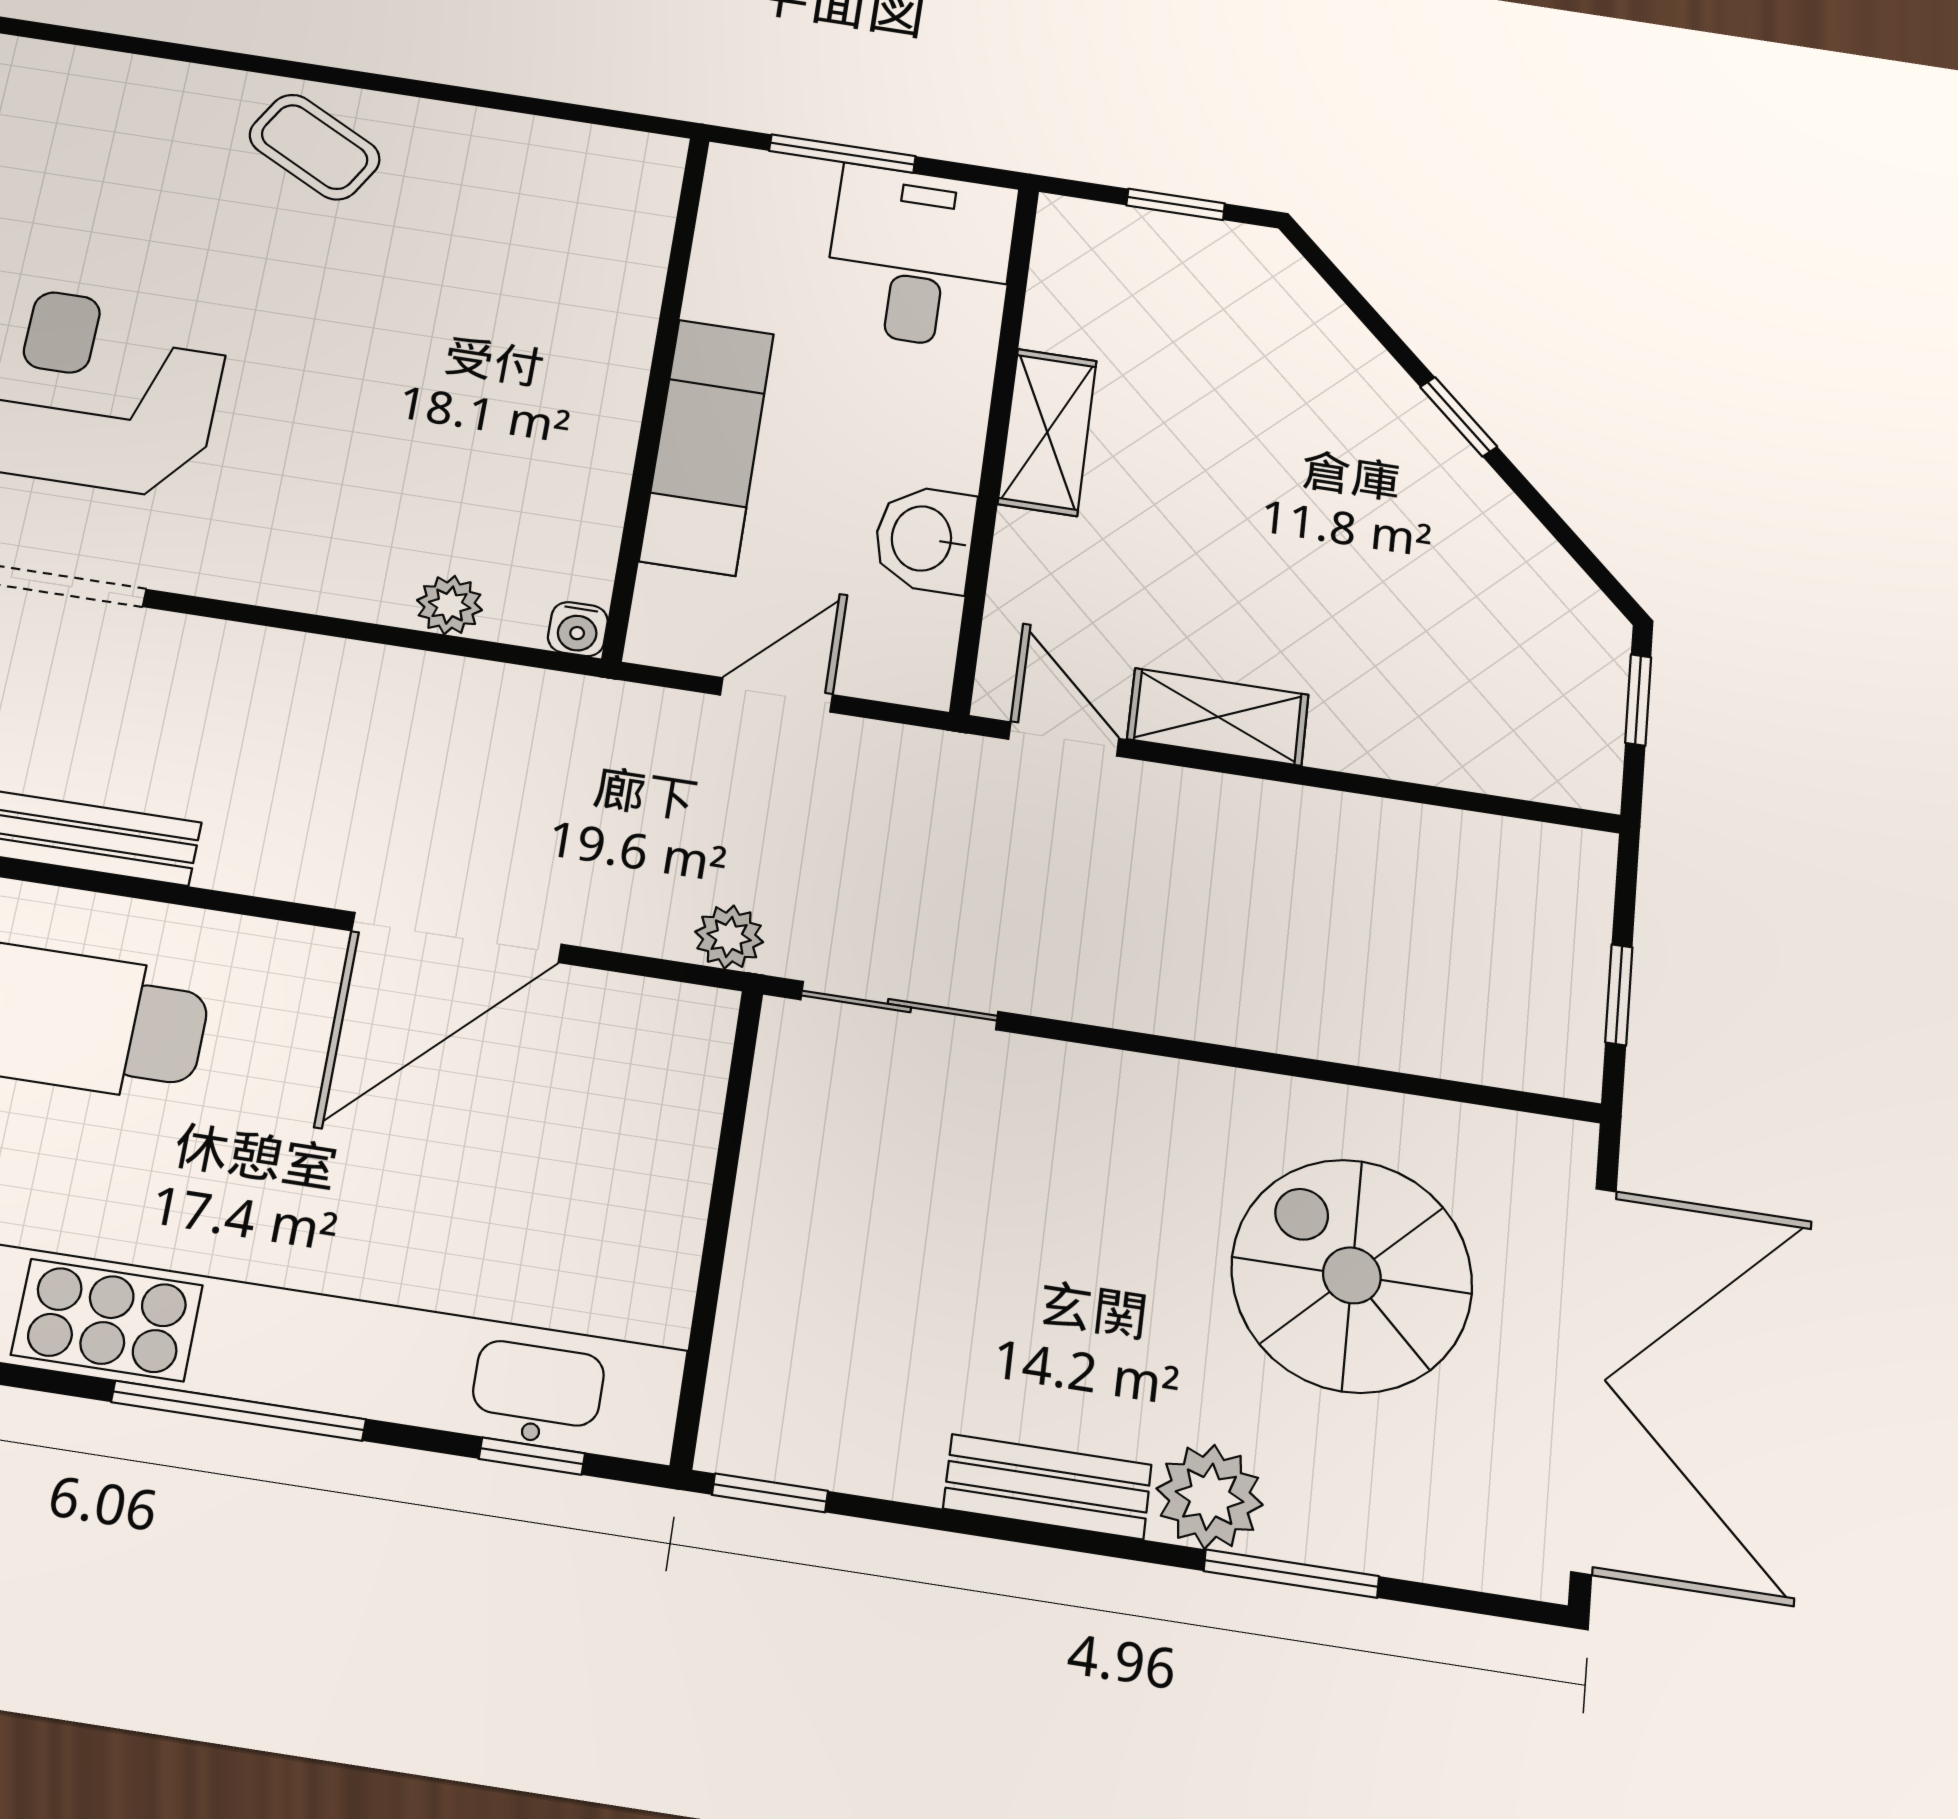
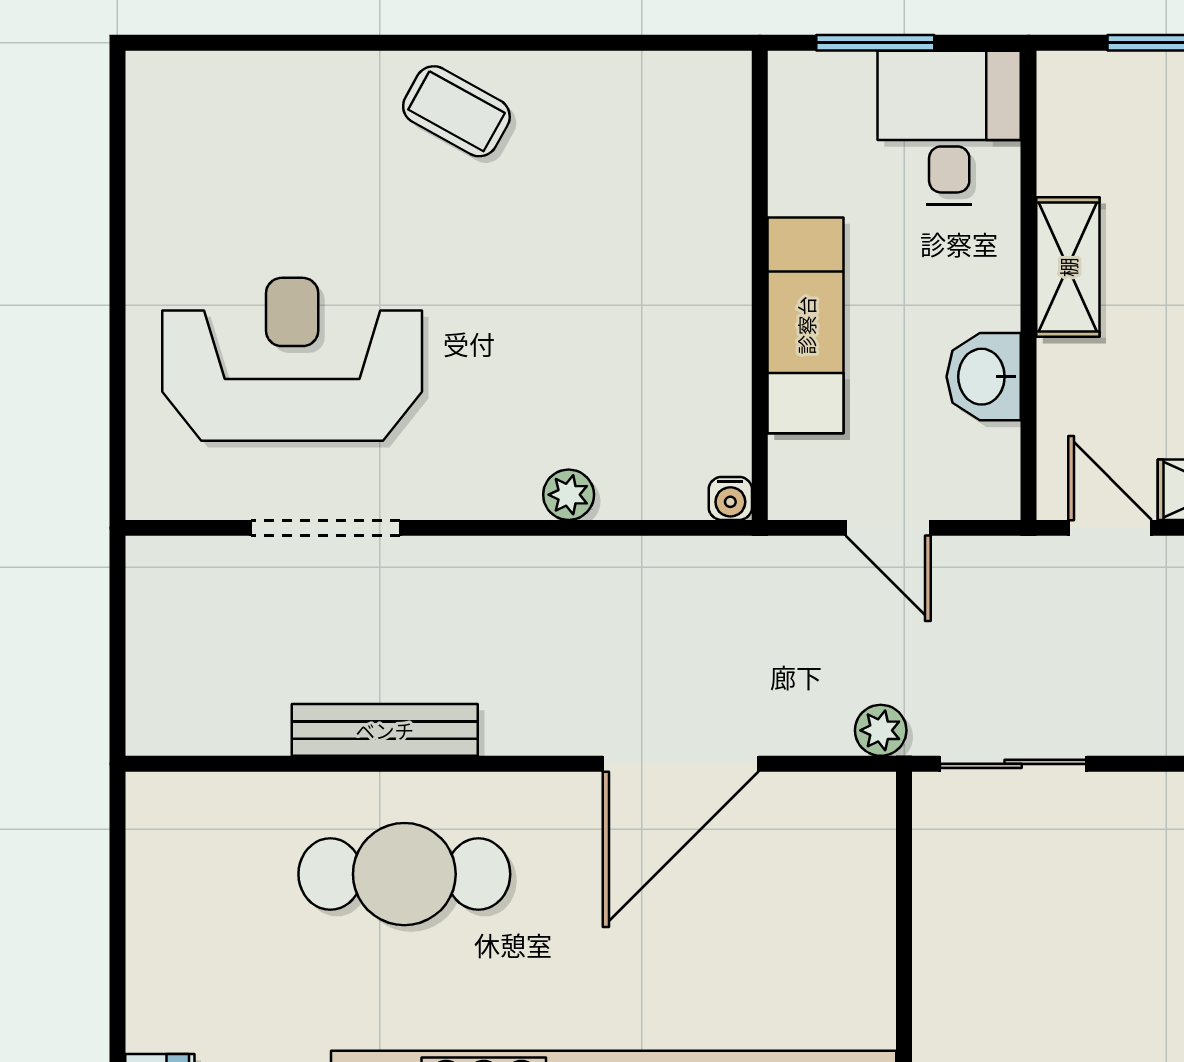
plant: (450, 605) -> (569, 495), moved
door: (776, 695) -> (888, 528), swing flipped

